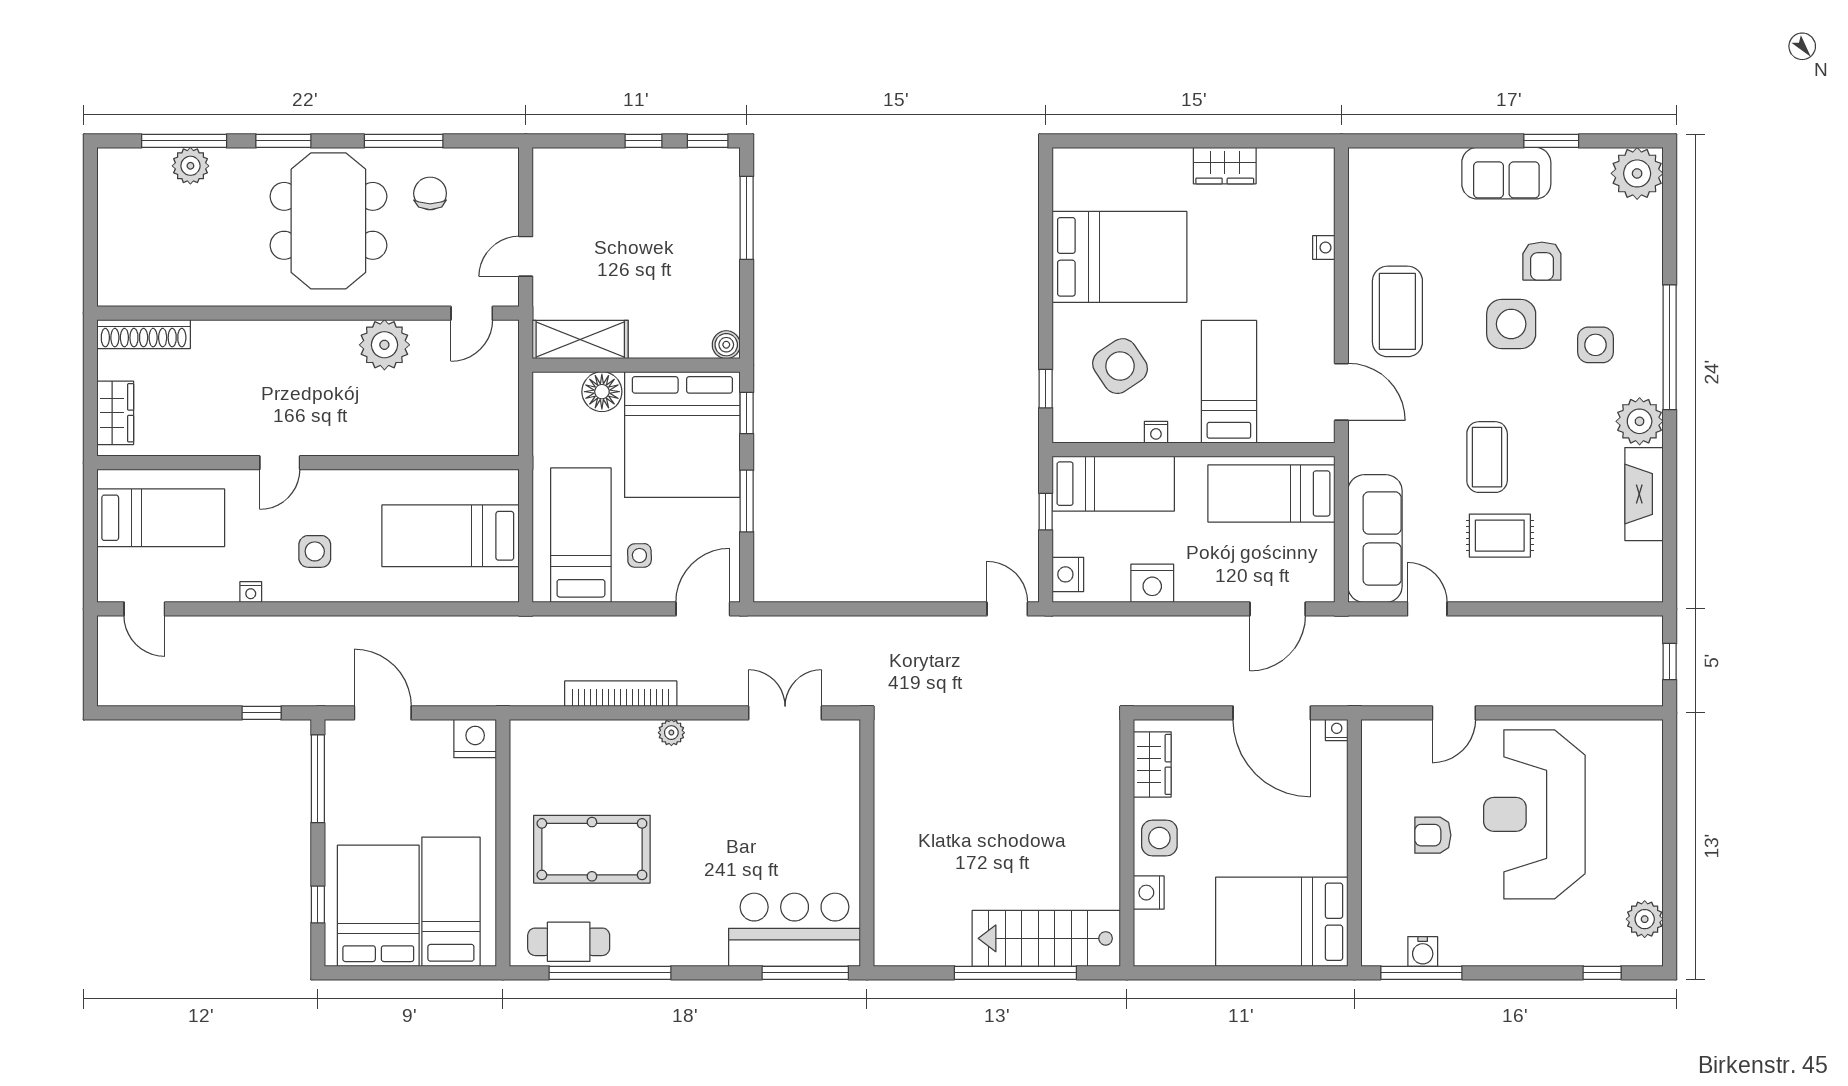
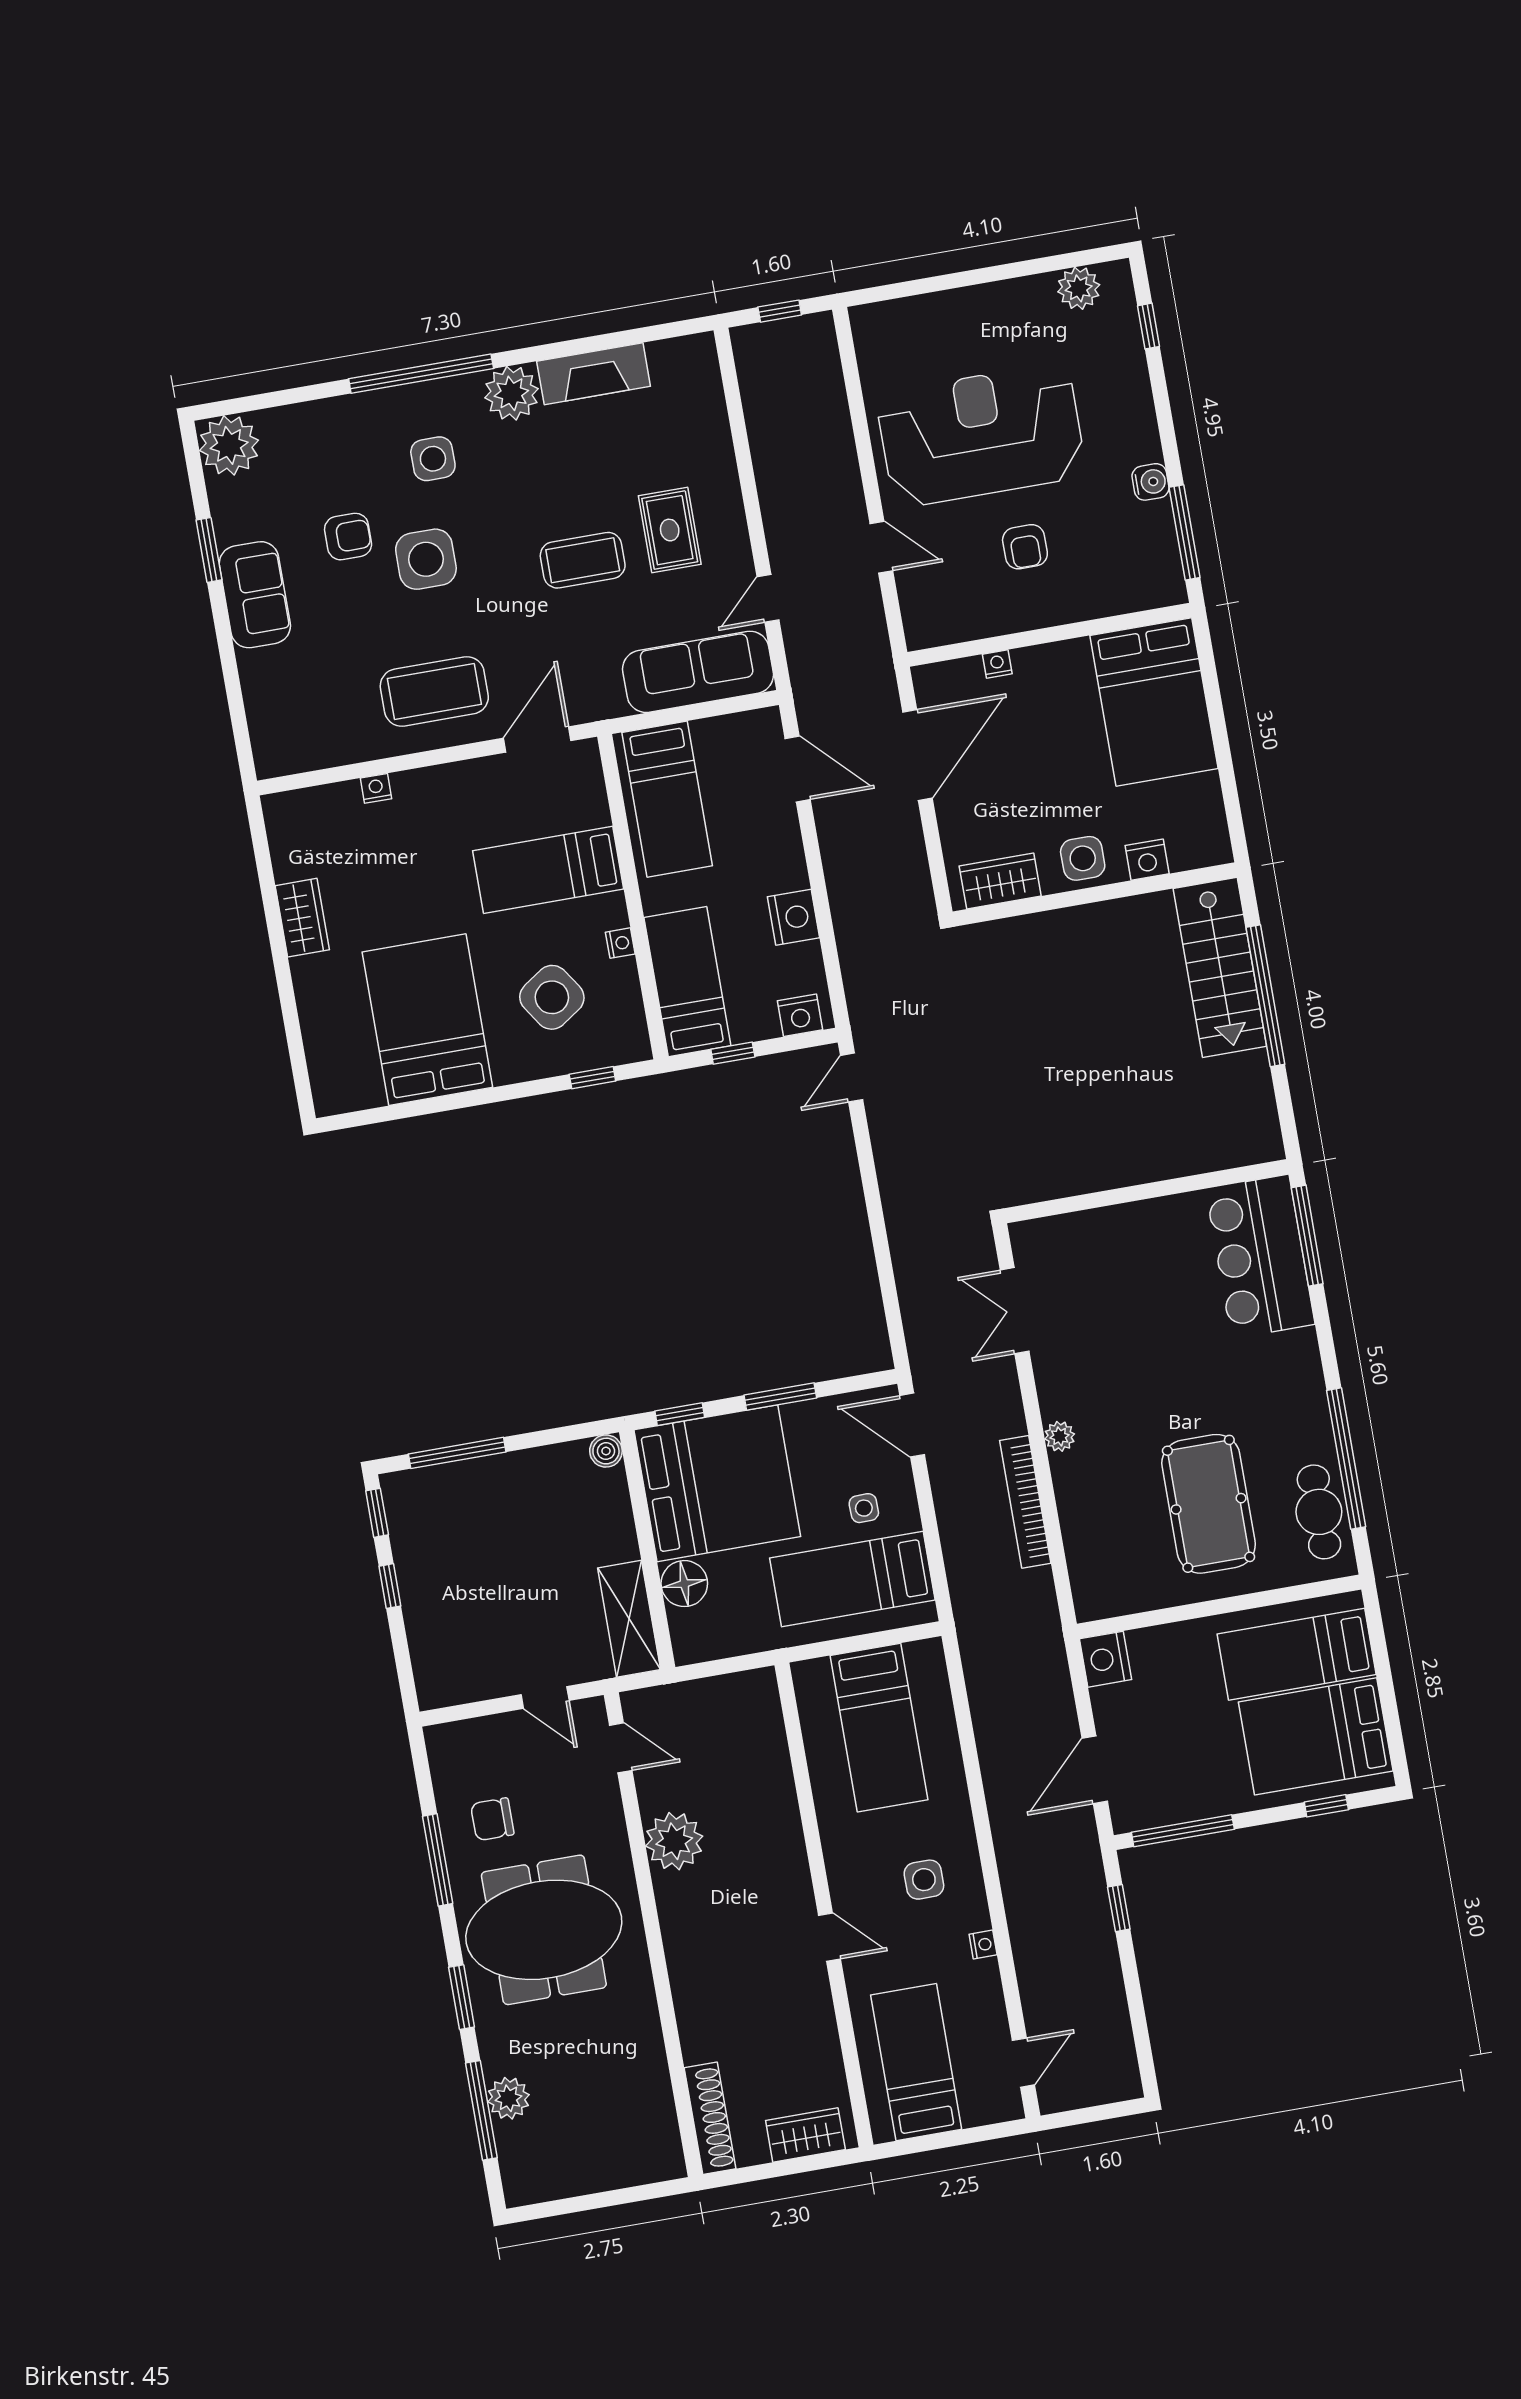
nightstand: (1337, 730) -> (997, 664), moved, turned 90
reception desk: (1534, 814) -> (981, 435), turned 180
water cooler: (1423, 951) -> (1150, 482), moved

